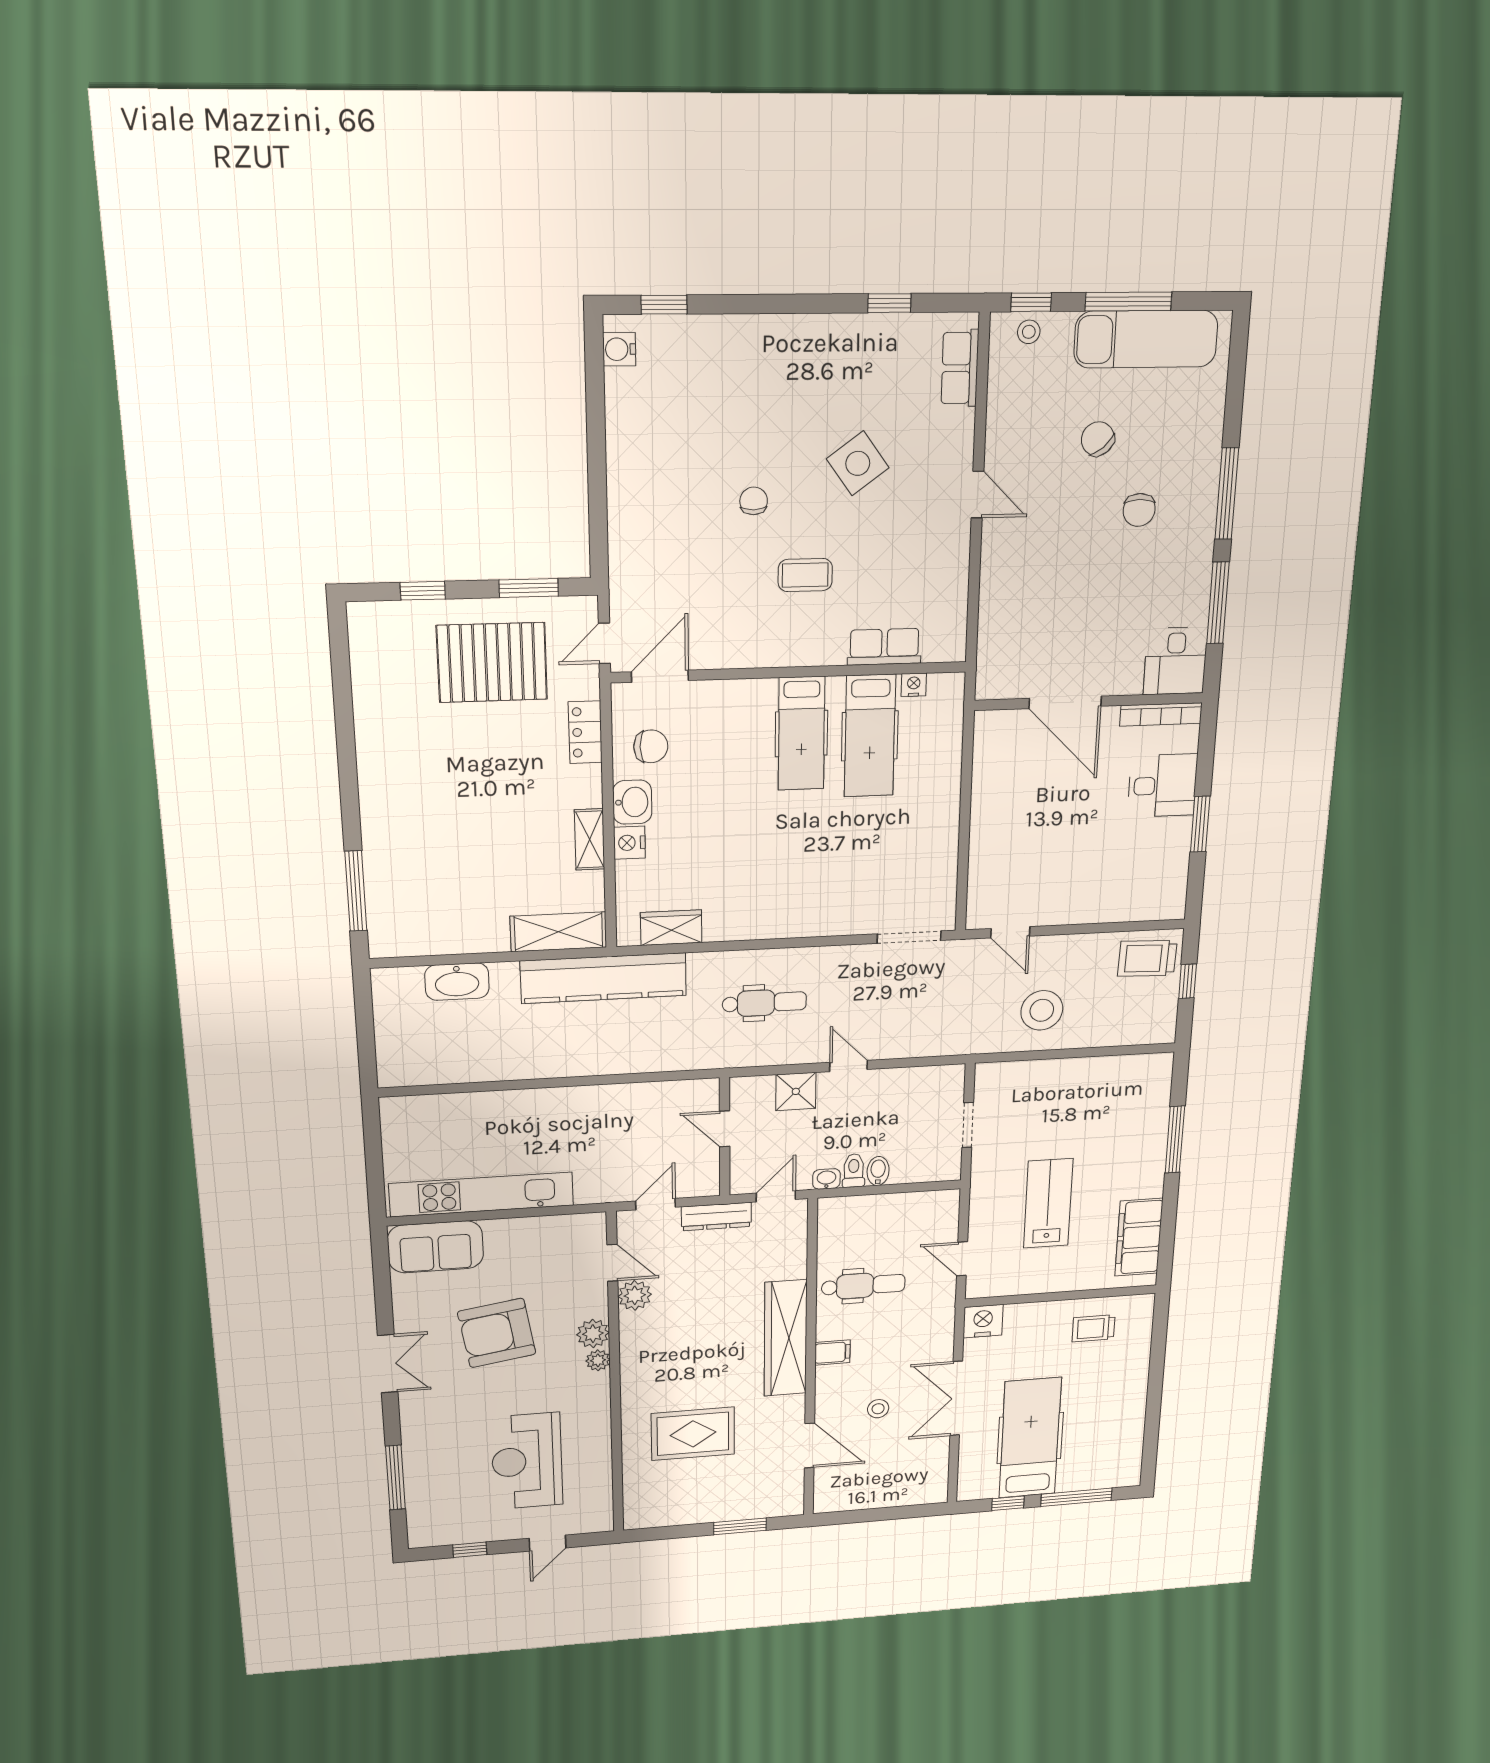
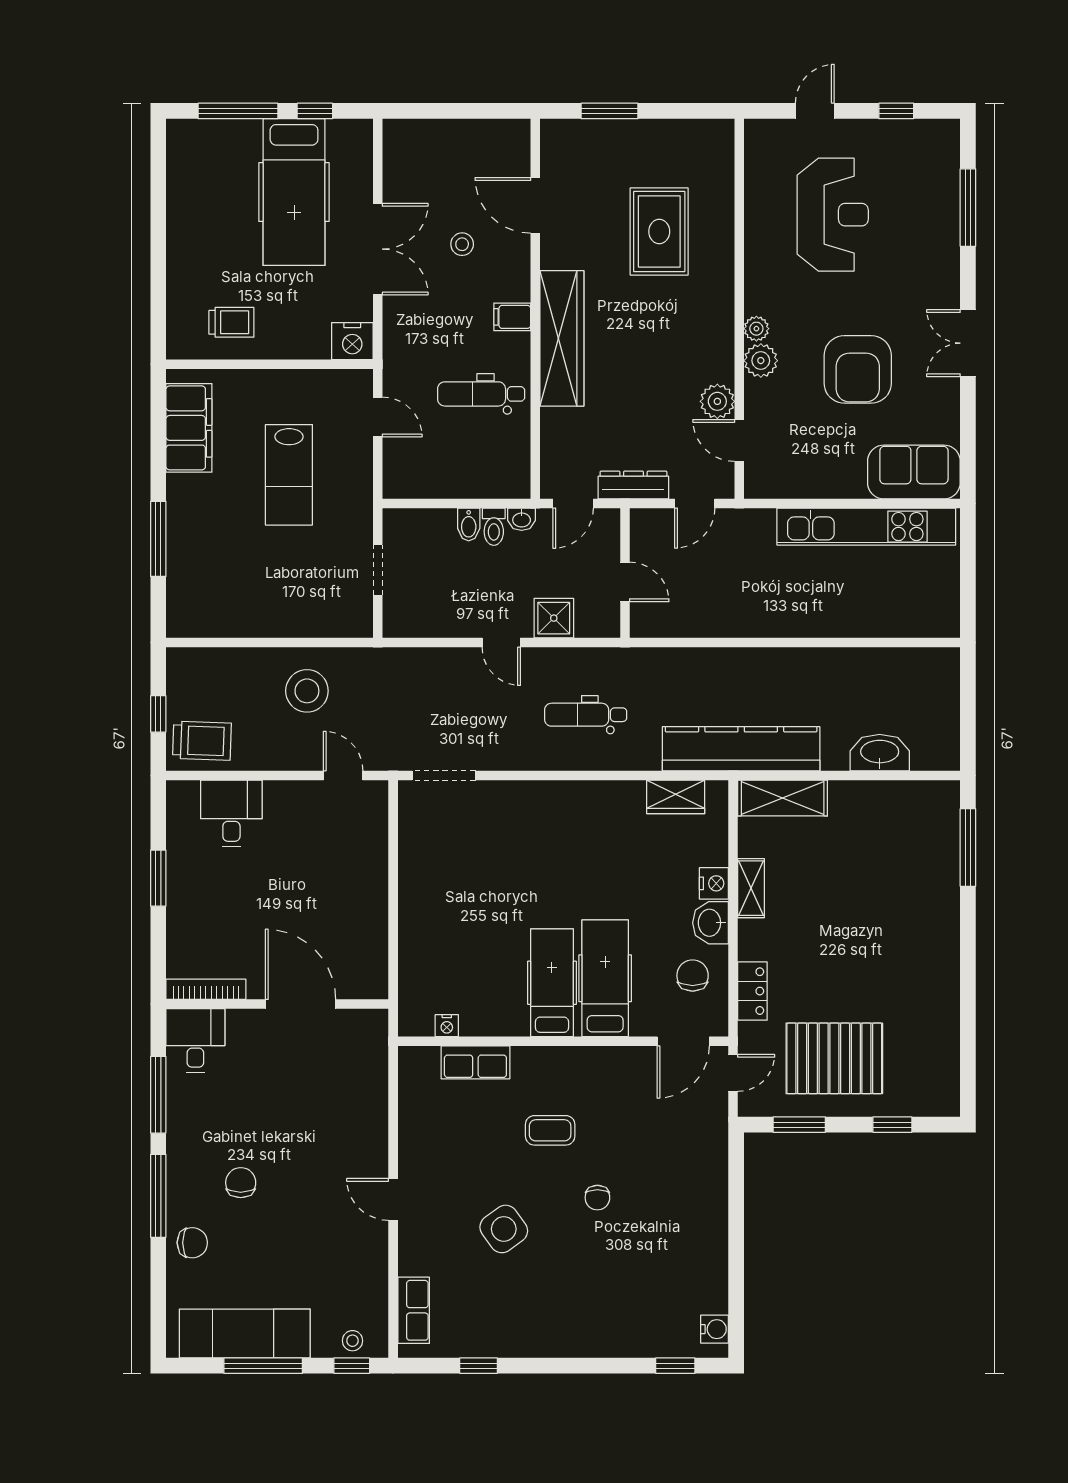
chair: (1098, 439) -> (192, 1243), moved, turned -50
hospital bed: (870, 736) -> (605, 978), moved
chair: (651, 746) -> (693, 976), turned 90
desk: (1162, 786) -> (231, 813), moved, turned 90
armchair: (497, 1333) -> (858, 369), turned 99
rug: (693, 1434) -> (659, 232), turned 90

